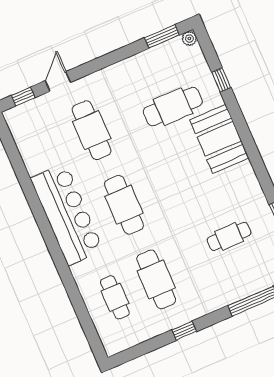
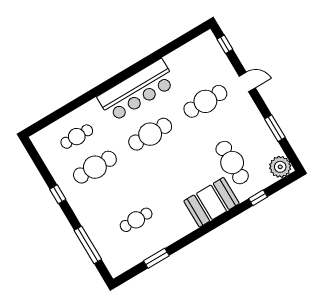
window: (162, 36) -> (275, 128), moved
plant: (189, 39) -> (280, 167), width x1.88, depth x1.88
door: (58, 81) -> (247, 82), moved
cafe table: (229, 236) -> (136, 220), turned 90

